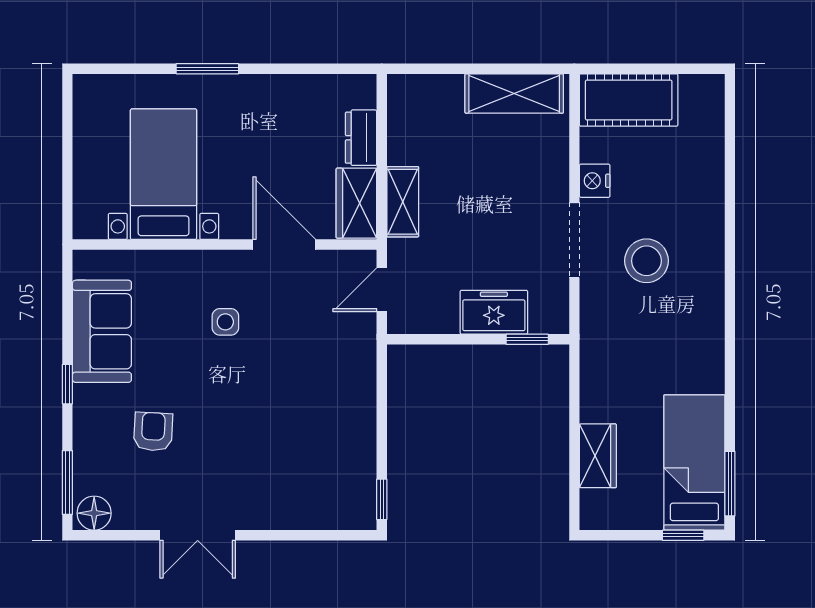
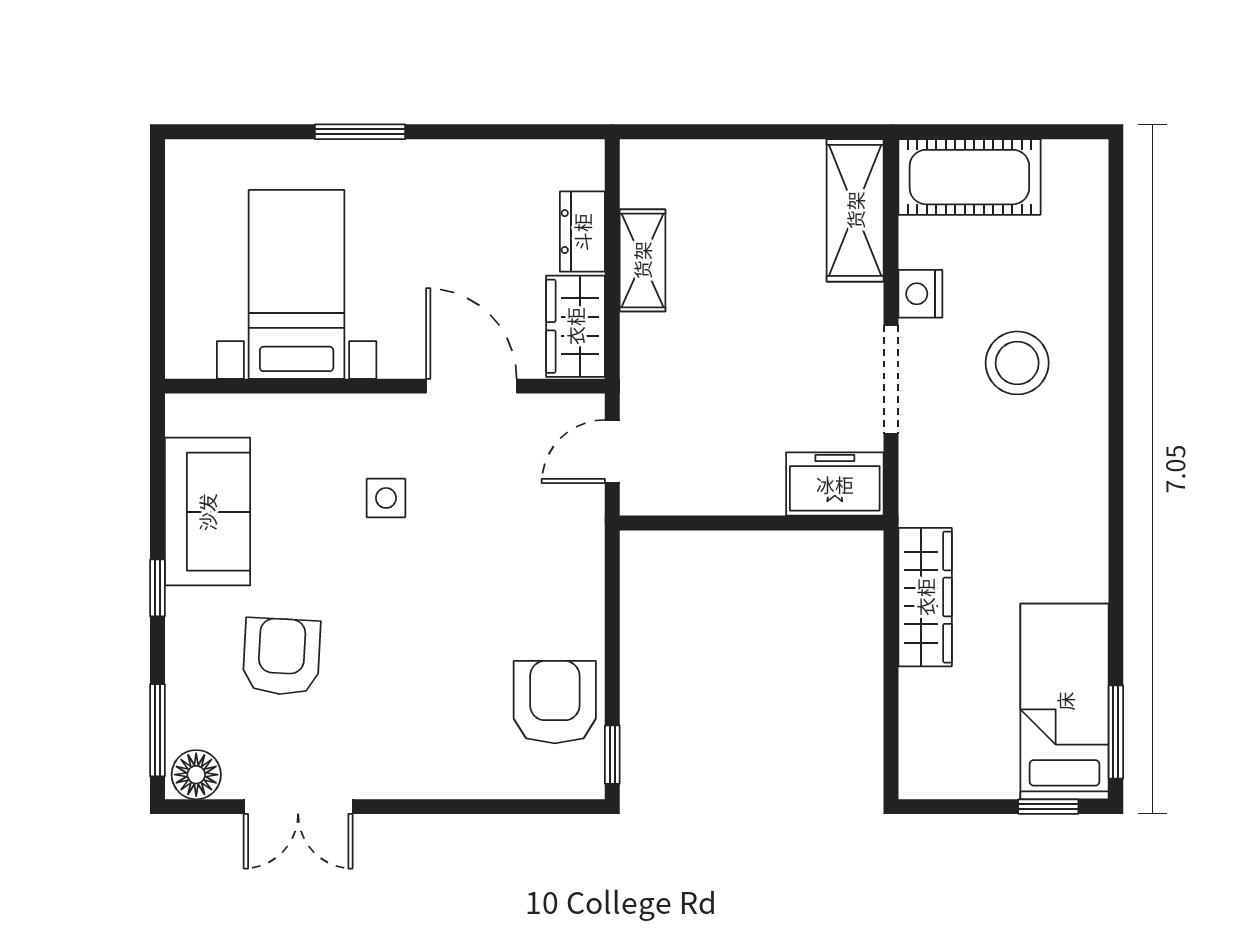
shelving: (514, 94) -> (855, 210), moved, turned 90
shelving: (403, 202) -> (642, 260), moved
stool: (647, 261) -> (1017, 363), moved
freezer: (494, 312) -> (835, 484), moved
window: (527, 339) -> (823, 523), removed
armchair: (153, 432) -> (282, 657), width x1.38, depth x1.38
wardrobe: (598, 456) -> (925, 597), moved, width x1.50
armchair: (342, 463) -> (555, 702), added
double door: (198, 535) -> (298, 807), moved

